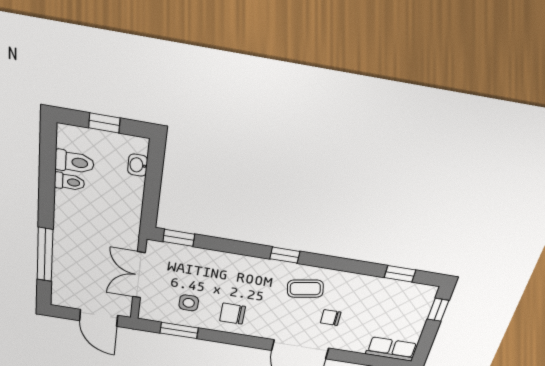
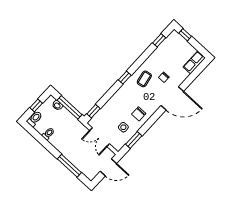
toilet: (74, 162) -> (35, 119), moved
window: (152, 190) -> (70, 107), added

